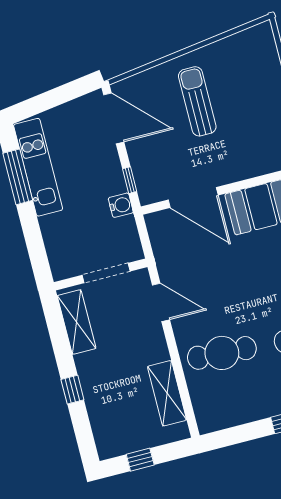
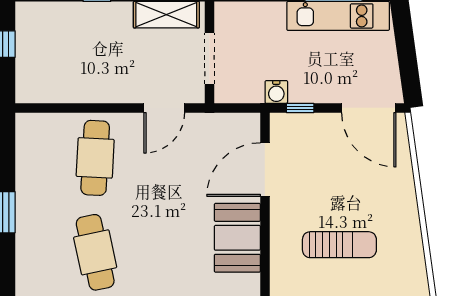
sun lounger: (197, 101) -> (339, 245), moved
door: (114, 118) -> (369, 108), hinge flipped
shelving: (167, 393) -> (68, 90), removed

